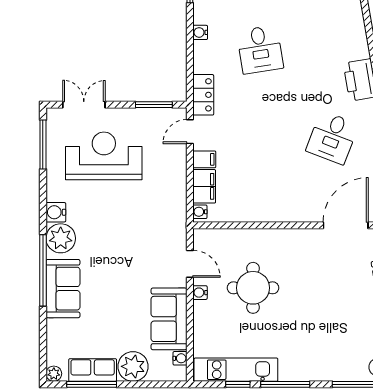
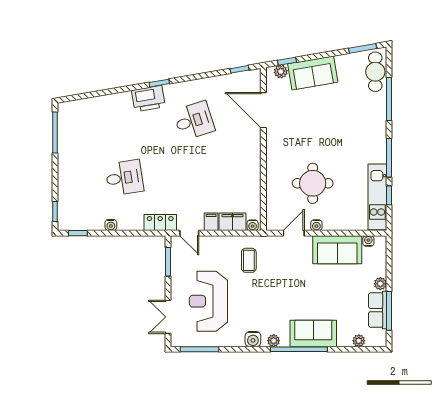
desk: (332, 138) -> (194, 121), turned -39
coffee table: (156, 207) -> (249, 260), added
plant: (61, 238) -> (274, 341), width x0.53, depth x0.53
plant: (133, 366) -> (380, 284), width x0.53, depth x0.53
plant: (54, 374) -> (359, 341), moved

